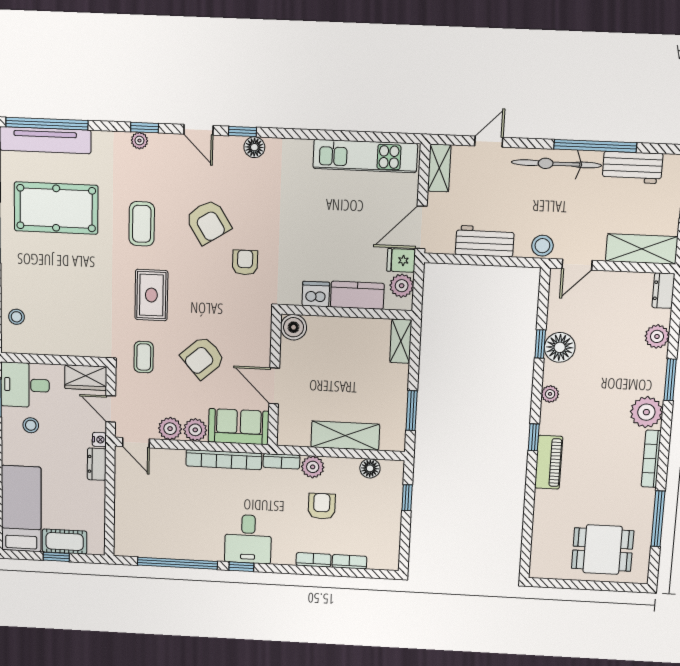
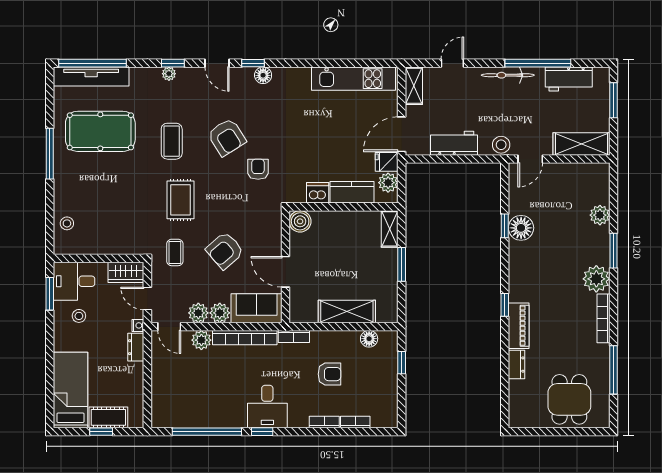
bicycle: (556, 164) -> (508, 75), width x0.73, depth x0.71
dresser: (663, 291) -> (517, 365), moved, turned 180
plant: (550, 394) -> (516, 267), removed
window: (412, 411) -> (402, 264), moved
plant: (313, 467) -> (201, 340), moved
armchair: (322, 506) -> (329, 374), turned 90
dining table: (603, 550) -> (569, 399), turned 90

